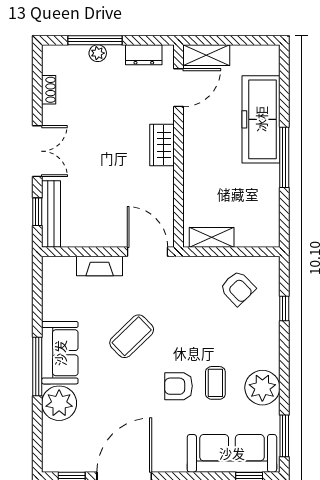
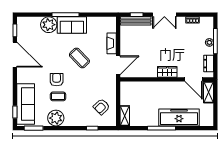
shelving: (212, 237) -> (125, 116), moved

